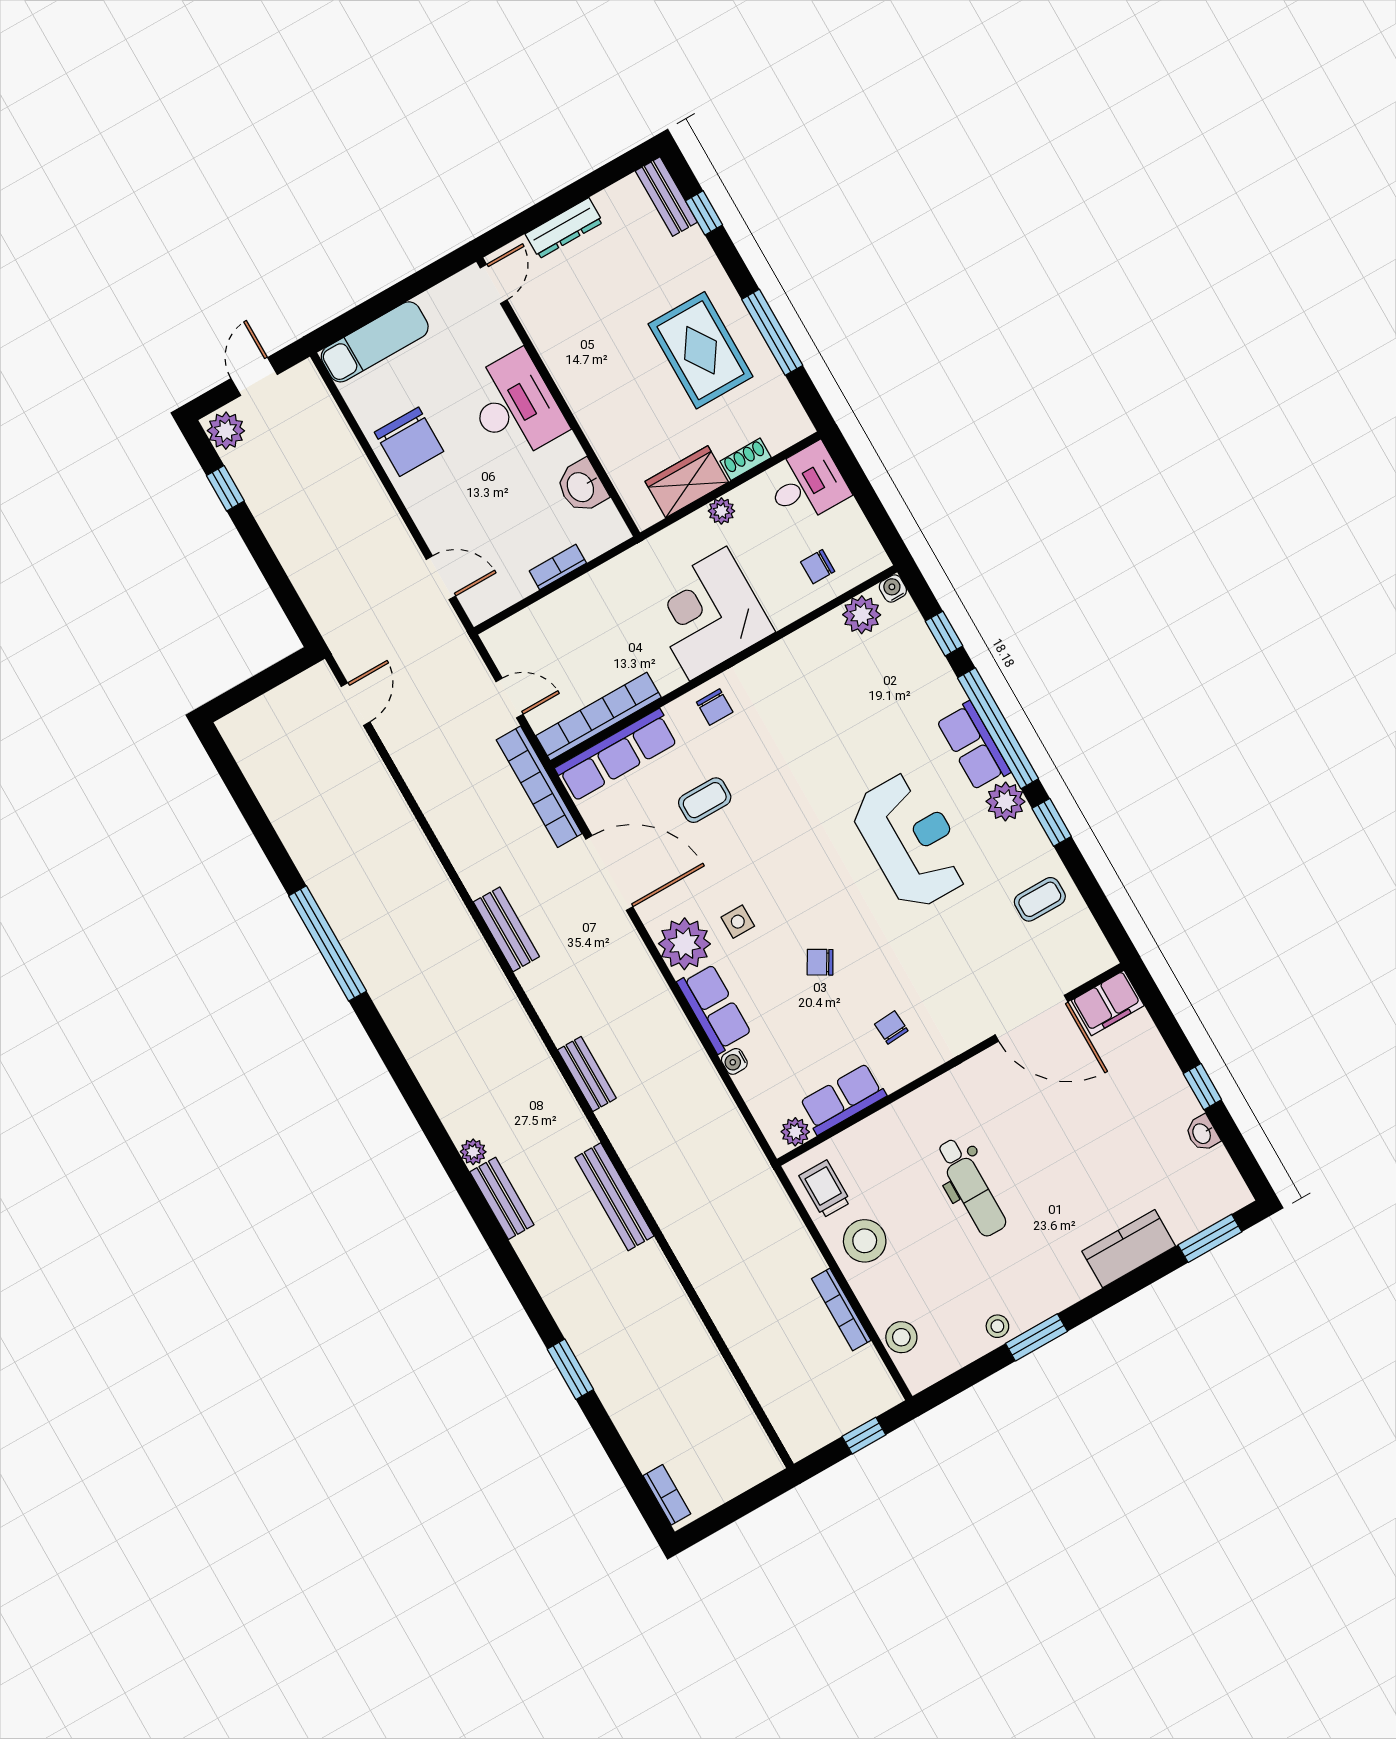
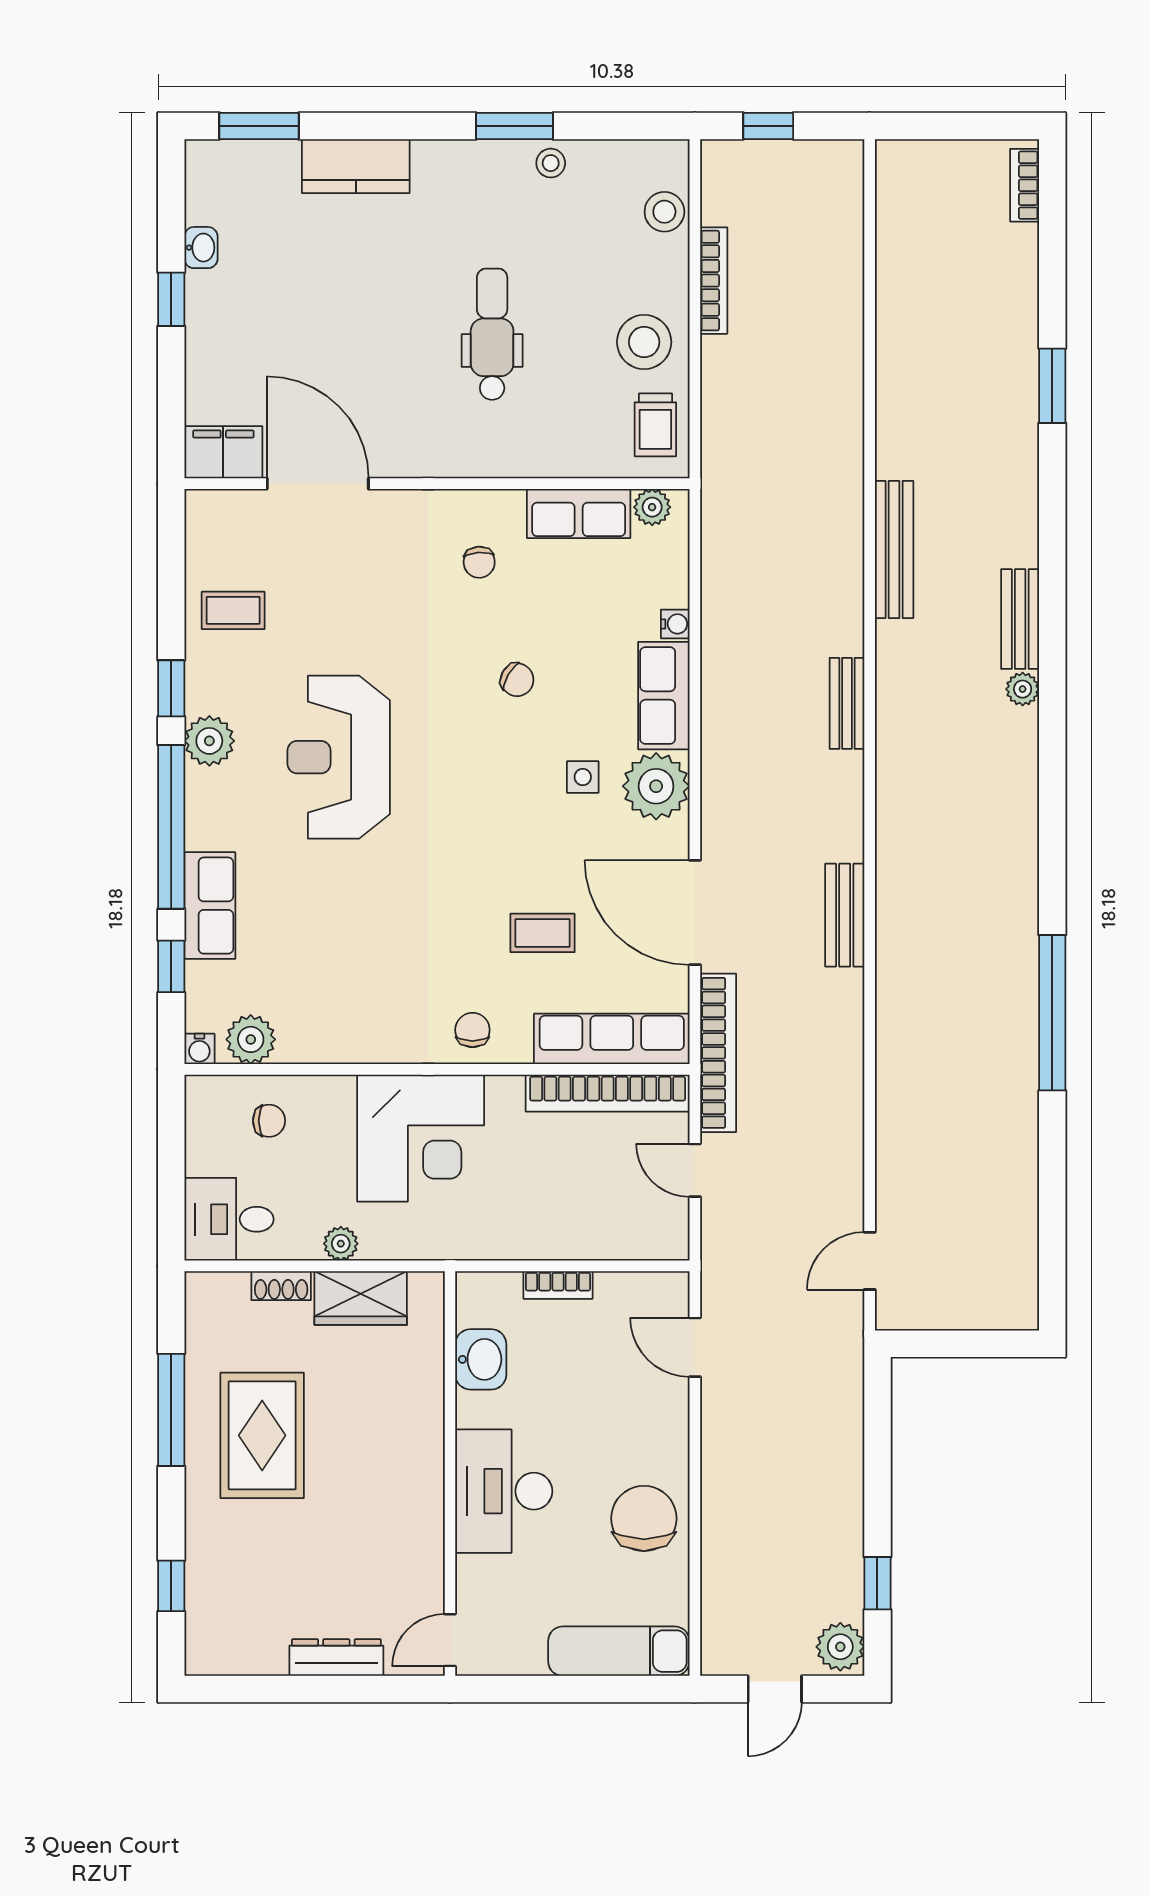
bench: (666, 197) -> (203, 1628), removed
row of seats: (973, 746) -> (210, 906), moved

